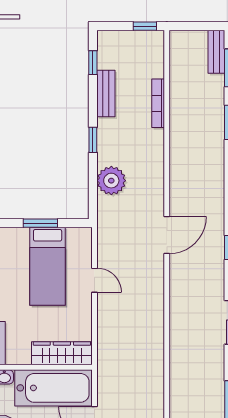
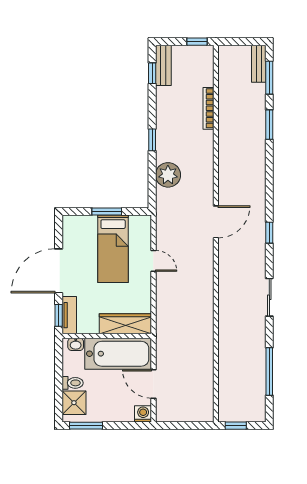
bench: (106, 93) -> (163, 65), moved

